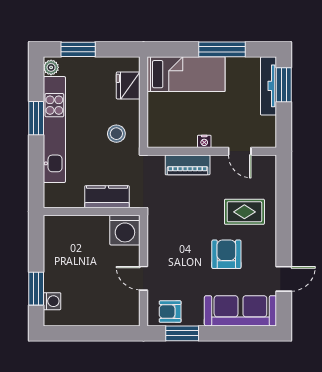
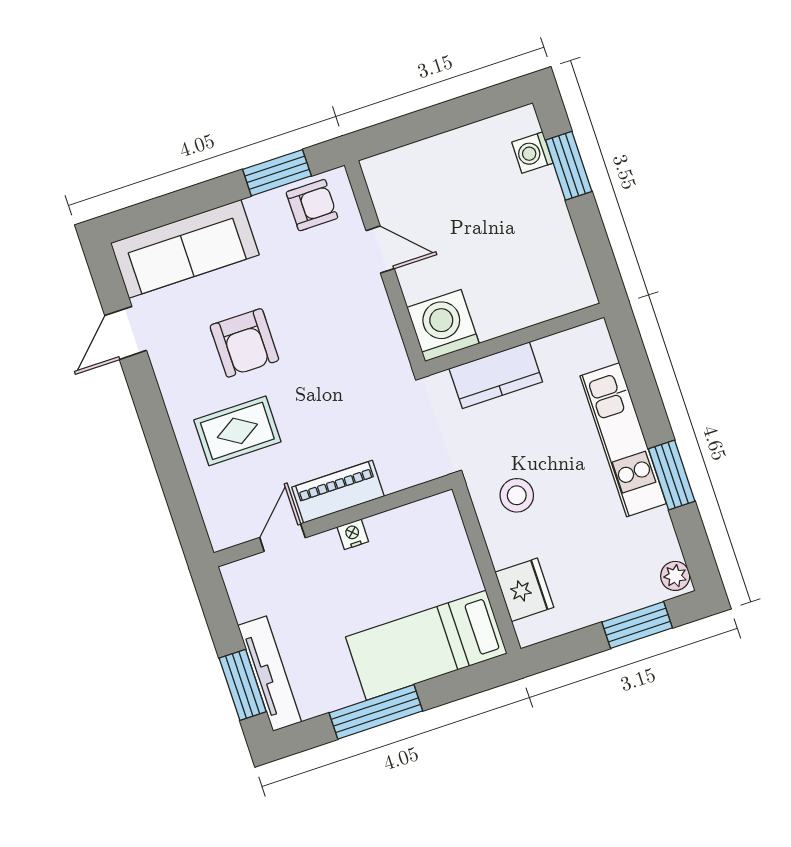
kitchen unit: (54, 130) -> (623, 440), width x0.73
door: (240, 151) -> (282, 538), hinge flipped
piano: (188, 165) -> (338, 492), moved

